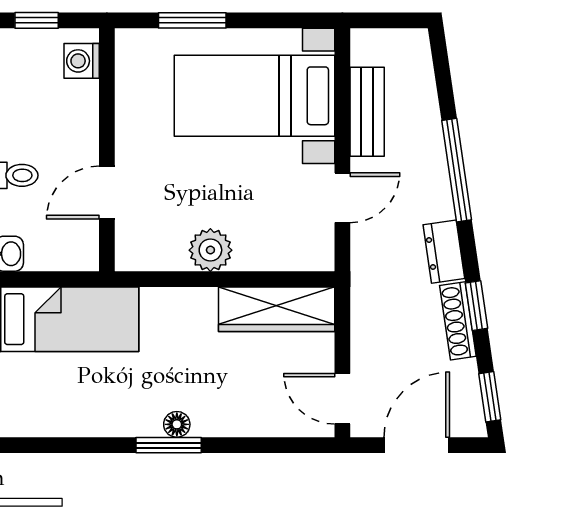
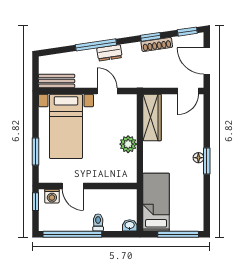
window: (37, 20) -> (36, 202), moved
bench: (367, 112) -> (57, 81), moved
door: (107, 193) -> (73, 186), moved
dresser: (444, 252) -> (109, 53), moved

